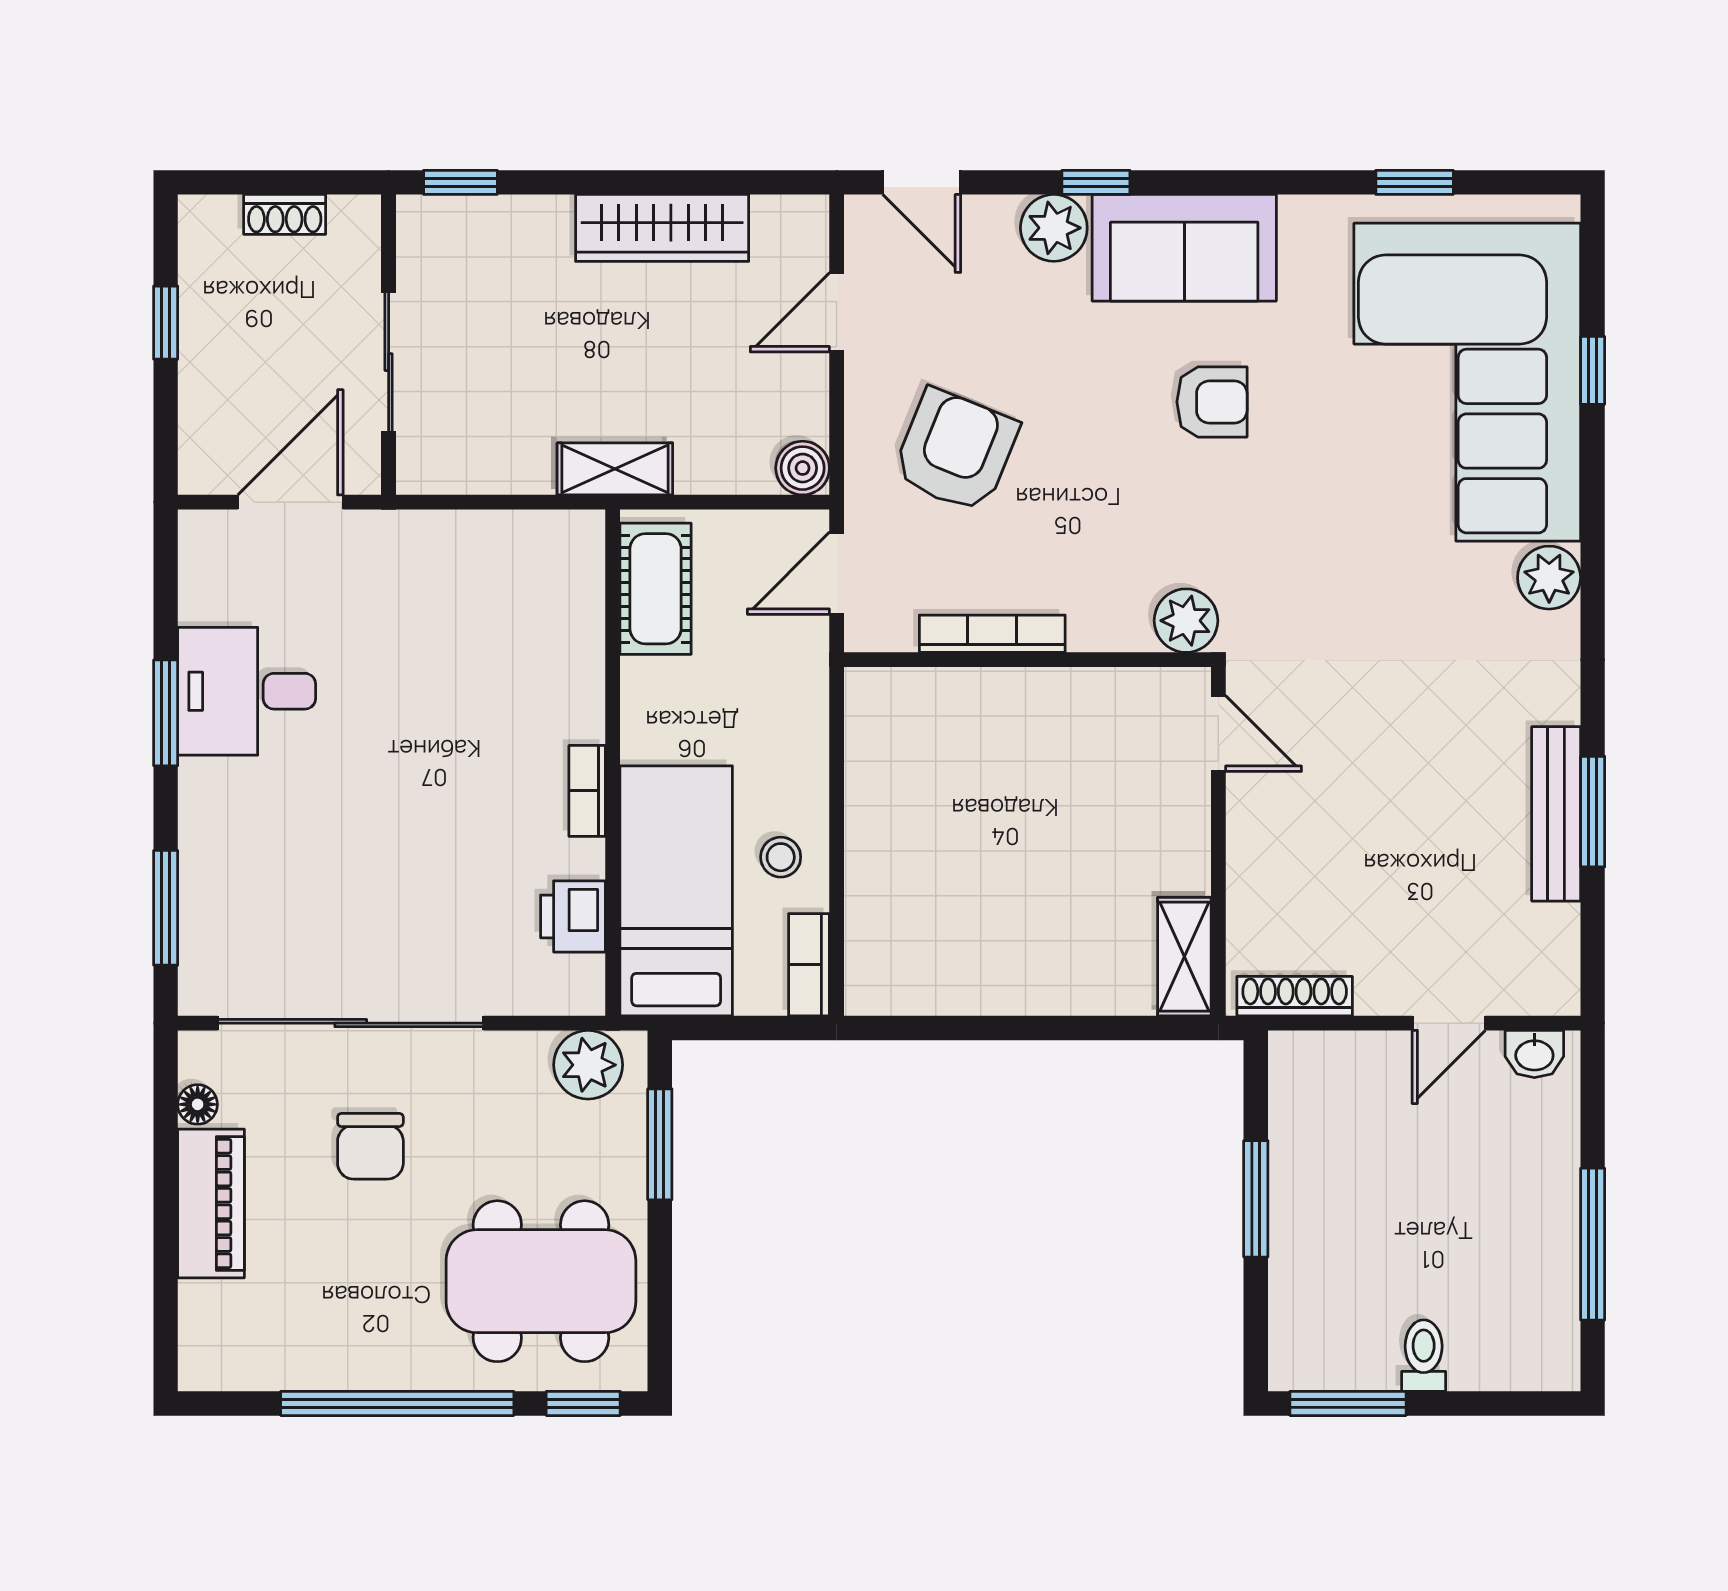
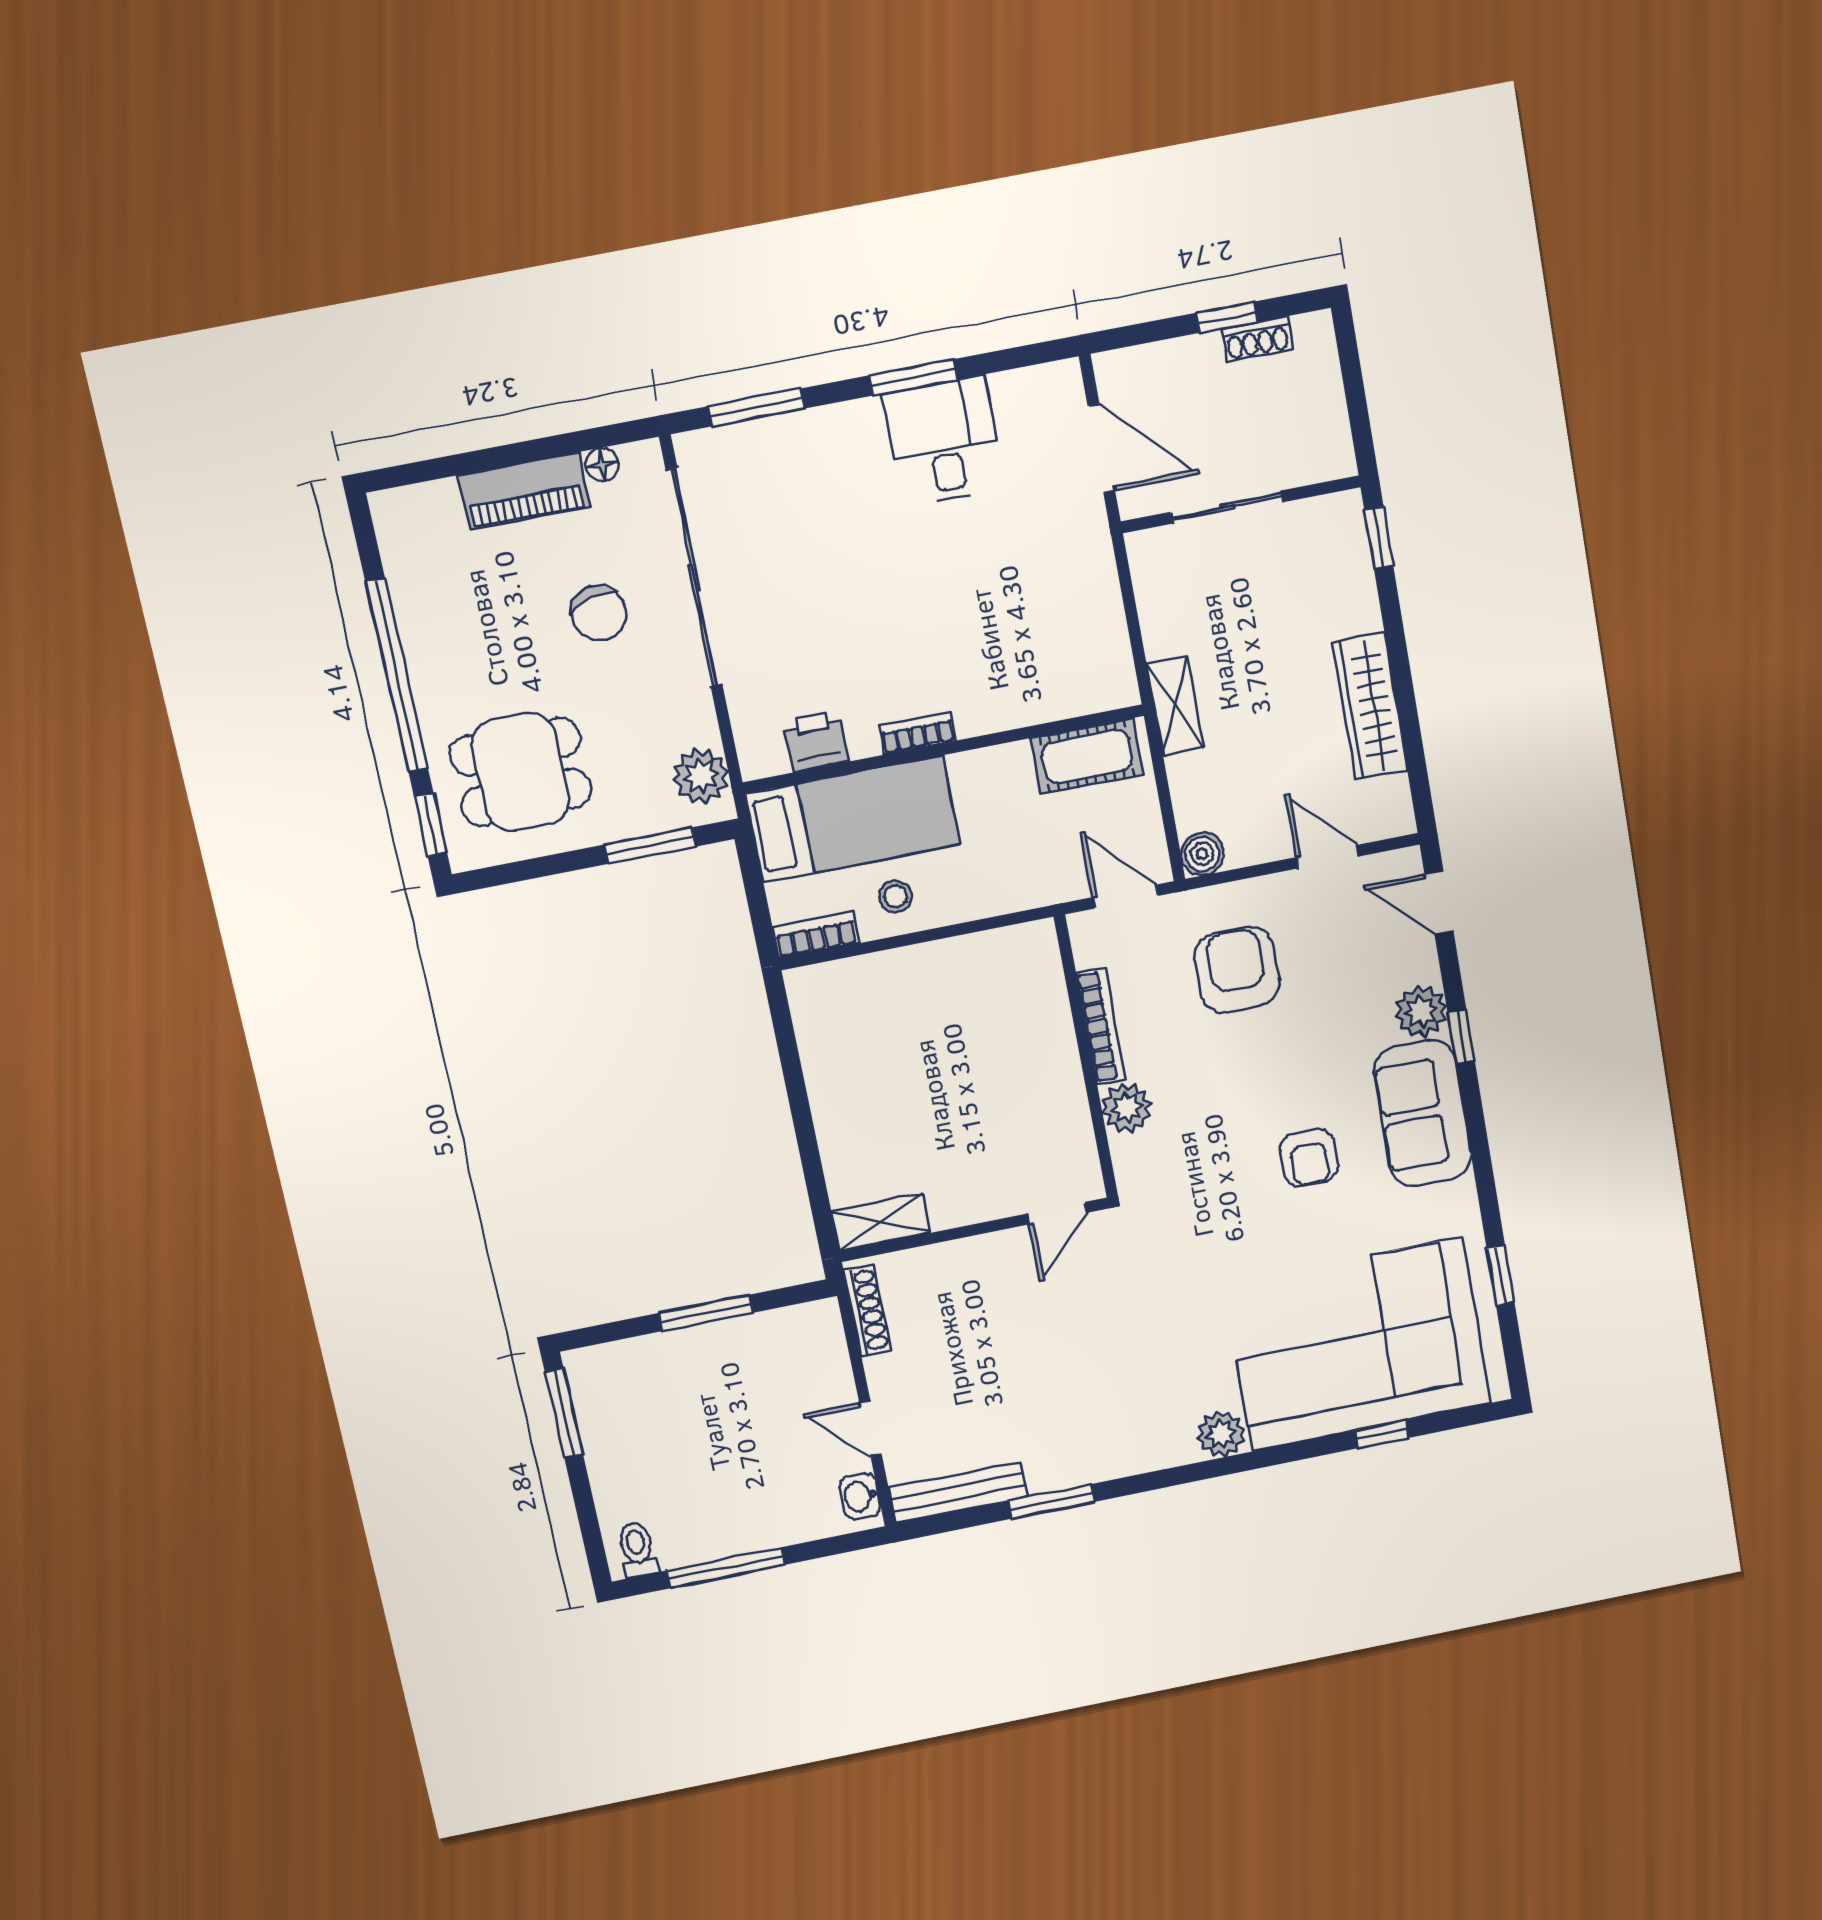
door: (922, 182) -> (1439, 903), hinge flipped
shoe rack: (285, 214) -> (1257, 339), moved, turned -90
armchair: (956, 451) -> (1237, 970), turned -112
plant: (1186, 621) -> (1127, 1108), moved
bench: (1556, 814) -> (958, 1493), moved
chair: (370, 1146) -> (599, 613), turned -104
dining table: (541, 1281) -> (521, 772), width x0.73
toilet: (1424, 1356) -> (637, 1549), moved, turned -90

